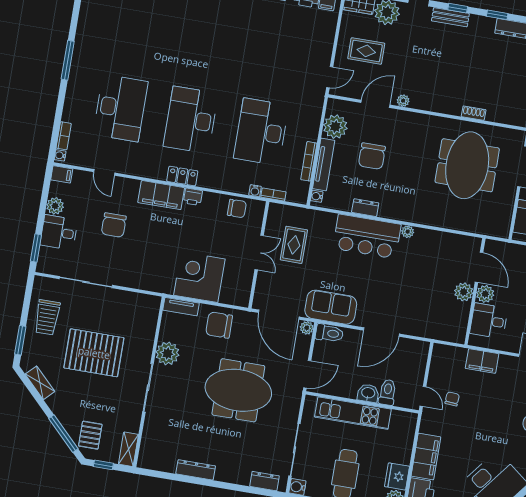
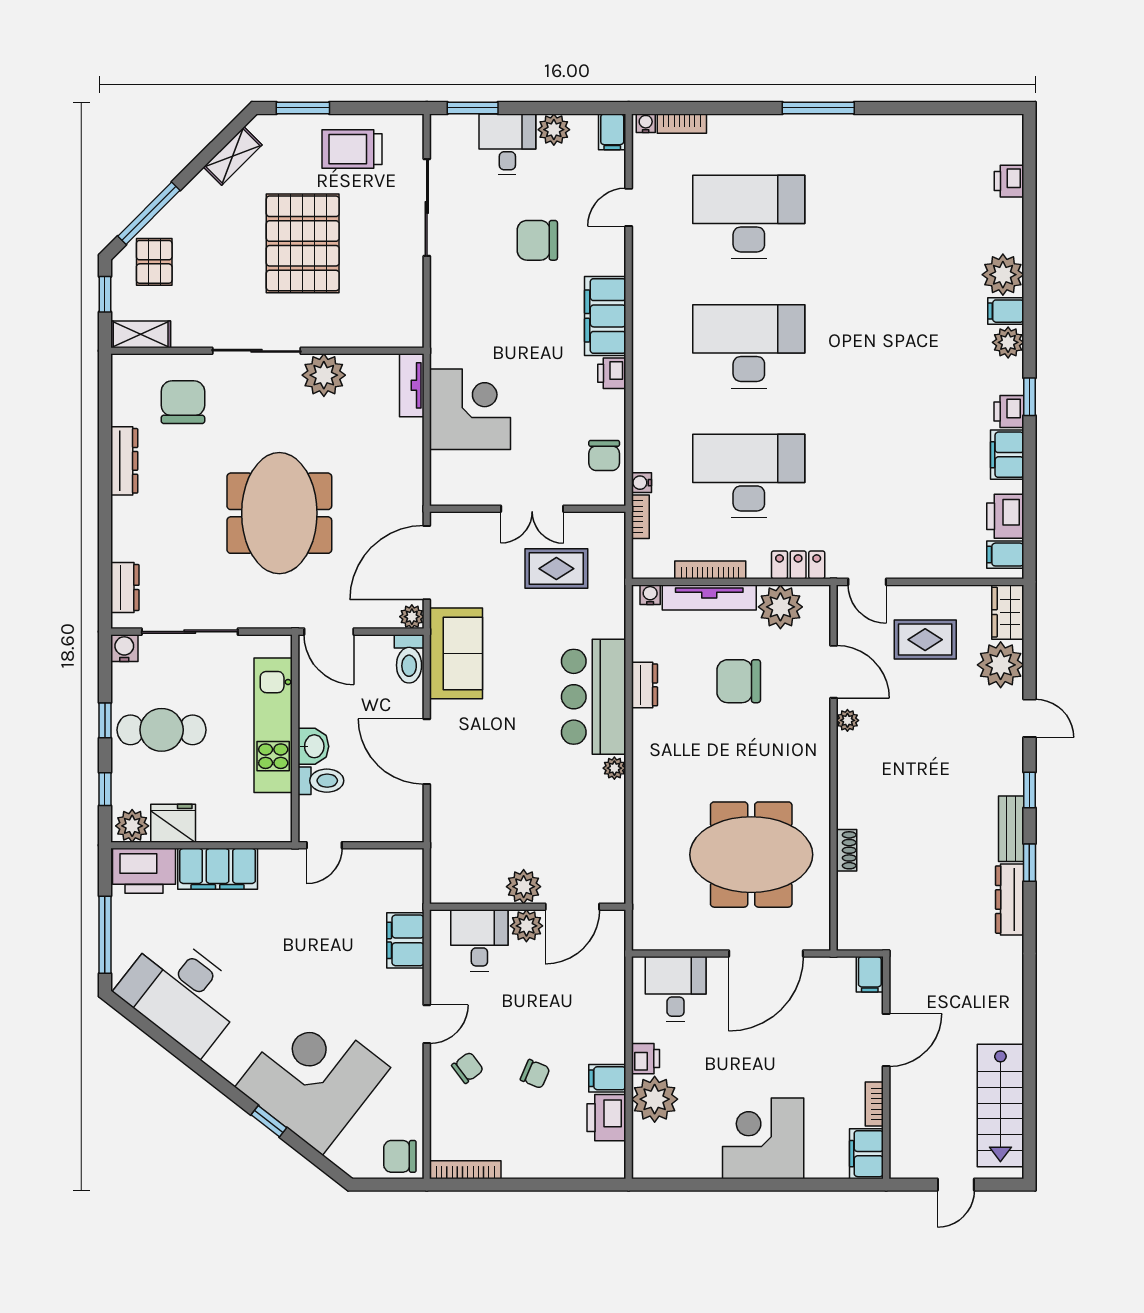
bench: (450, 17) -> (1011, 829), moved
rug: (366, 51) -> (925, 640), turned 90
desk: (120, 108) -> (749, 217), turned 180
locker: (182, 176) -> (798, 565), moved, turned -90
chair: (219, 325) -> (183, 402), moved
chair: (452, 399) -> (329, 898), removed
pallet: (90, 435) -> (154, 262), turned 90

